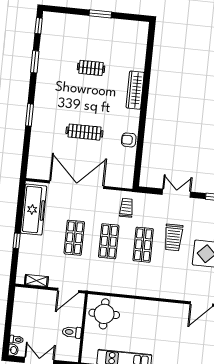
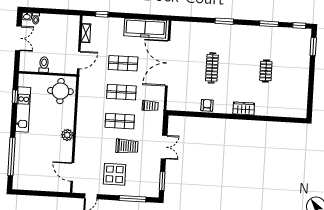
window: (100, 14) -> (313, 47), moved
wardrobe: (135, 90) -> (244, 108), width x0.67
double door: (77, 185) -> (168, 63), swing flipped
trolley: (173, 237) -> (127, 146), turned 180
window: (17, 241) -> (102, 14), moved
door: (68, 290) -> (79, 60), swing flipped
plant: (157, 308) -> (67, 135), added

